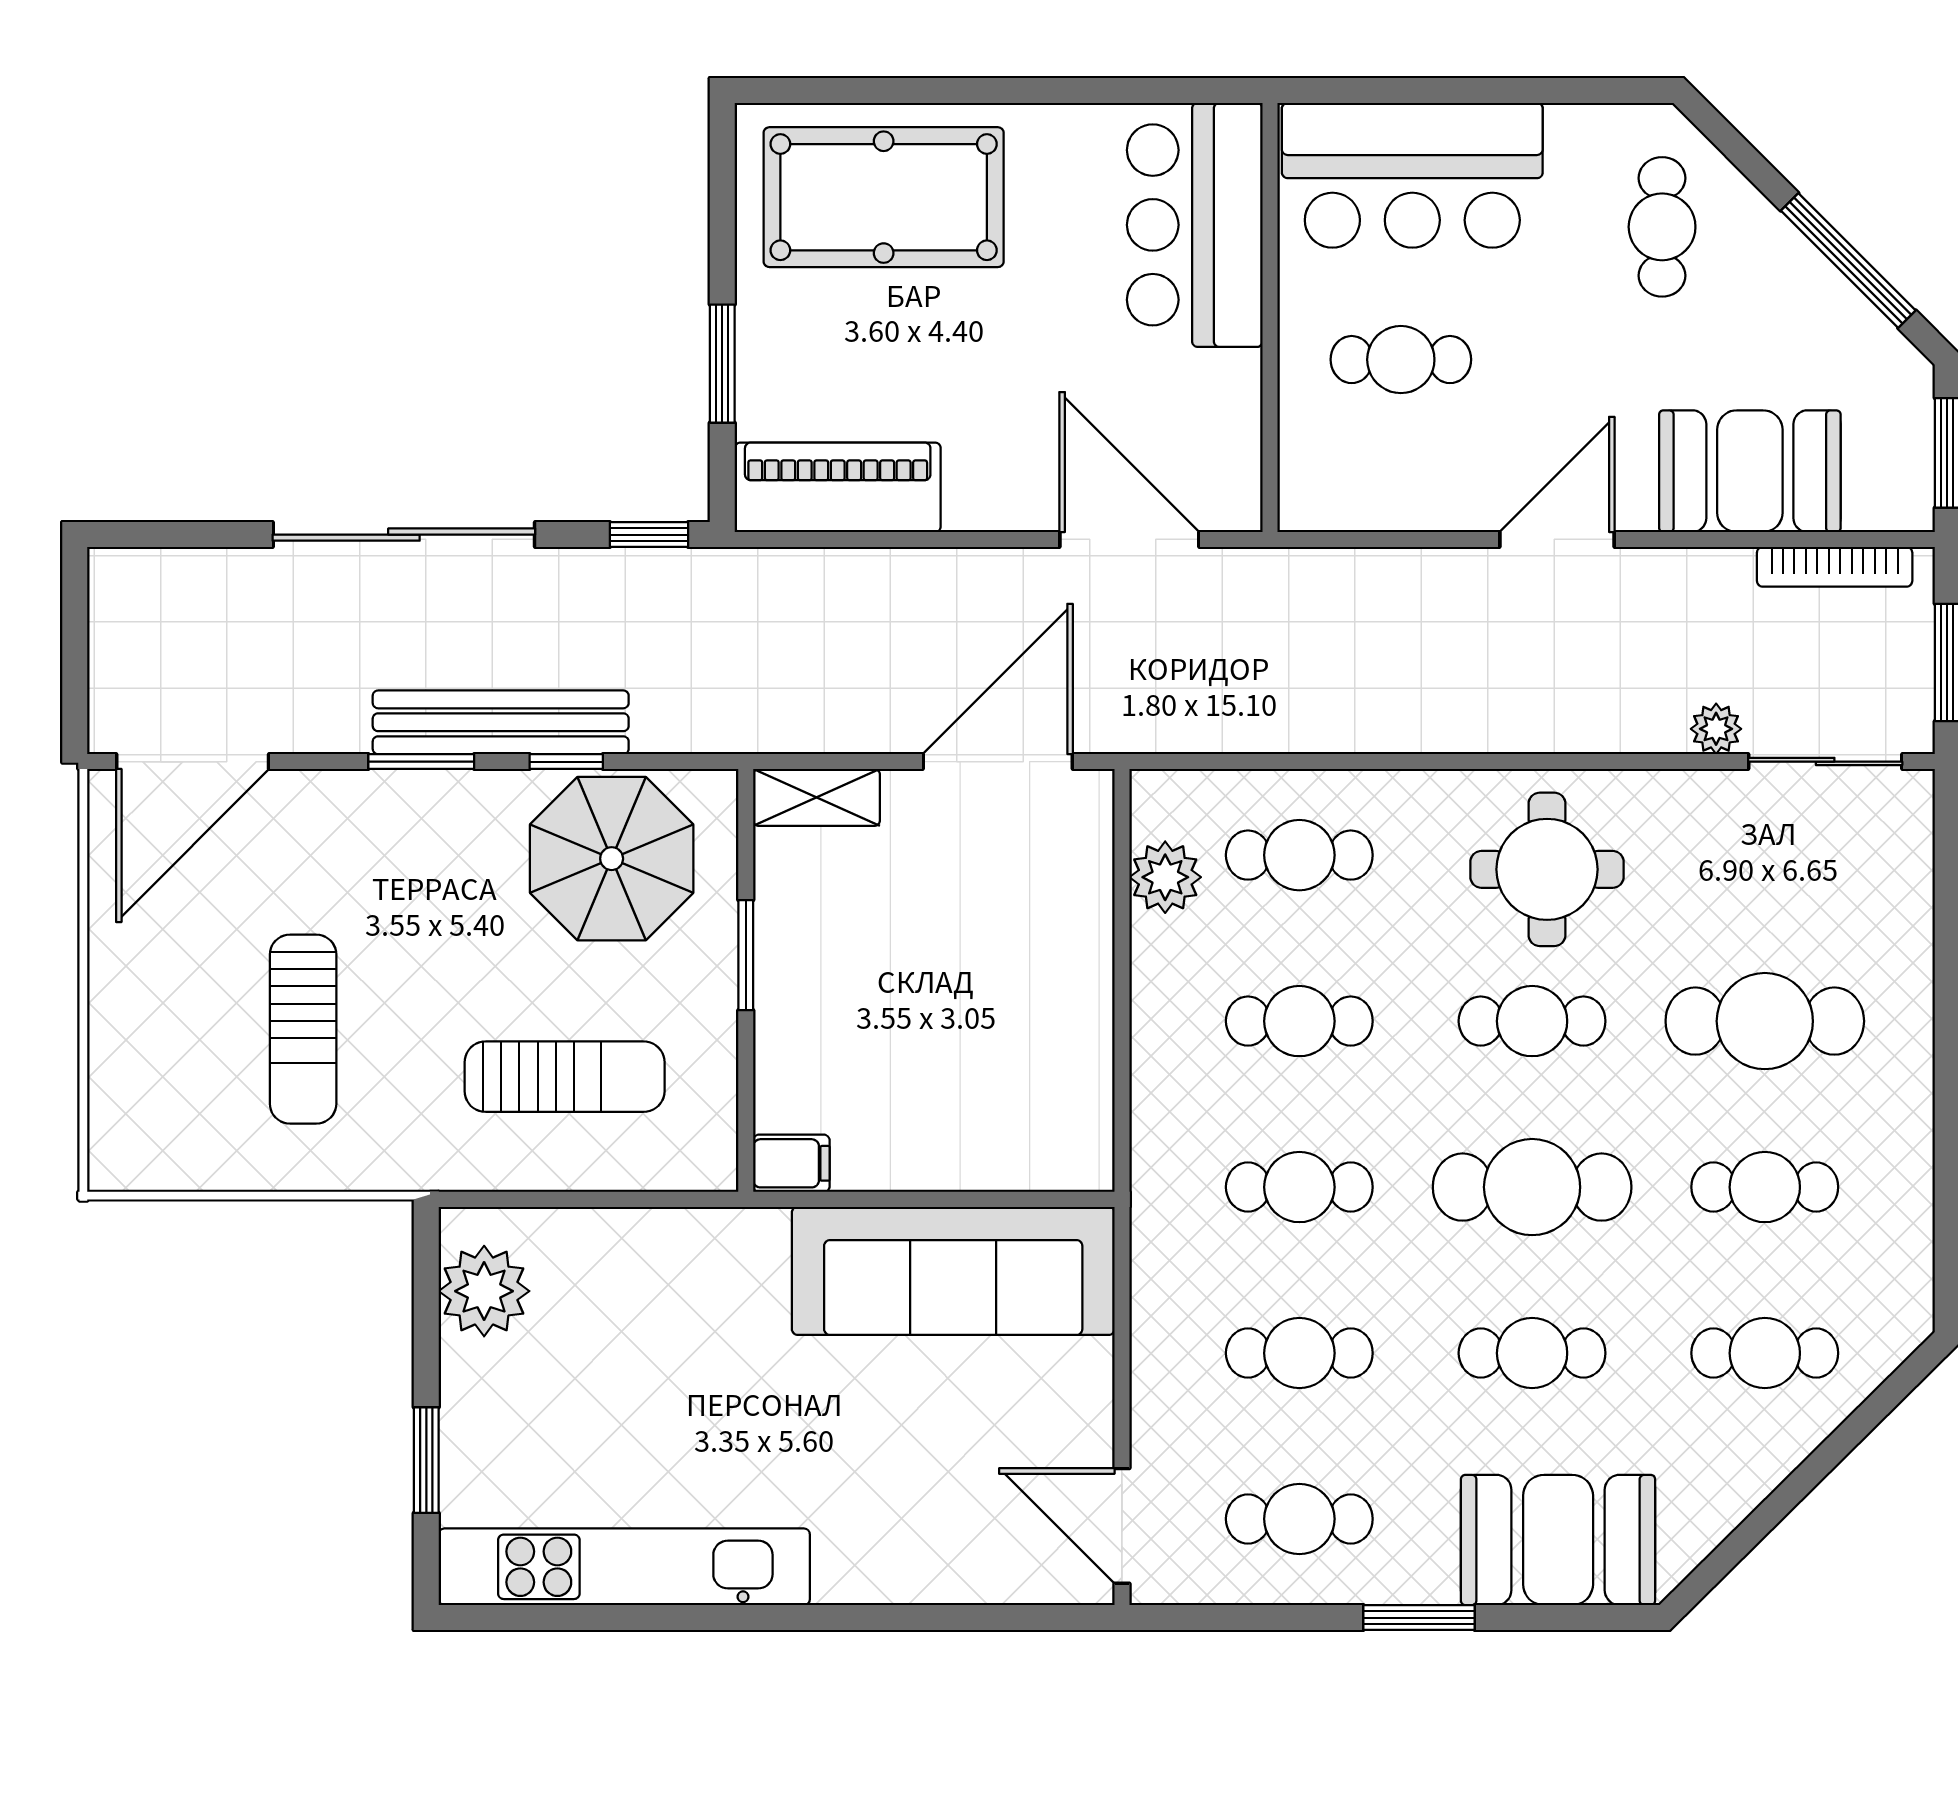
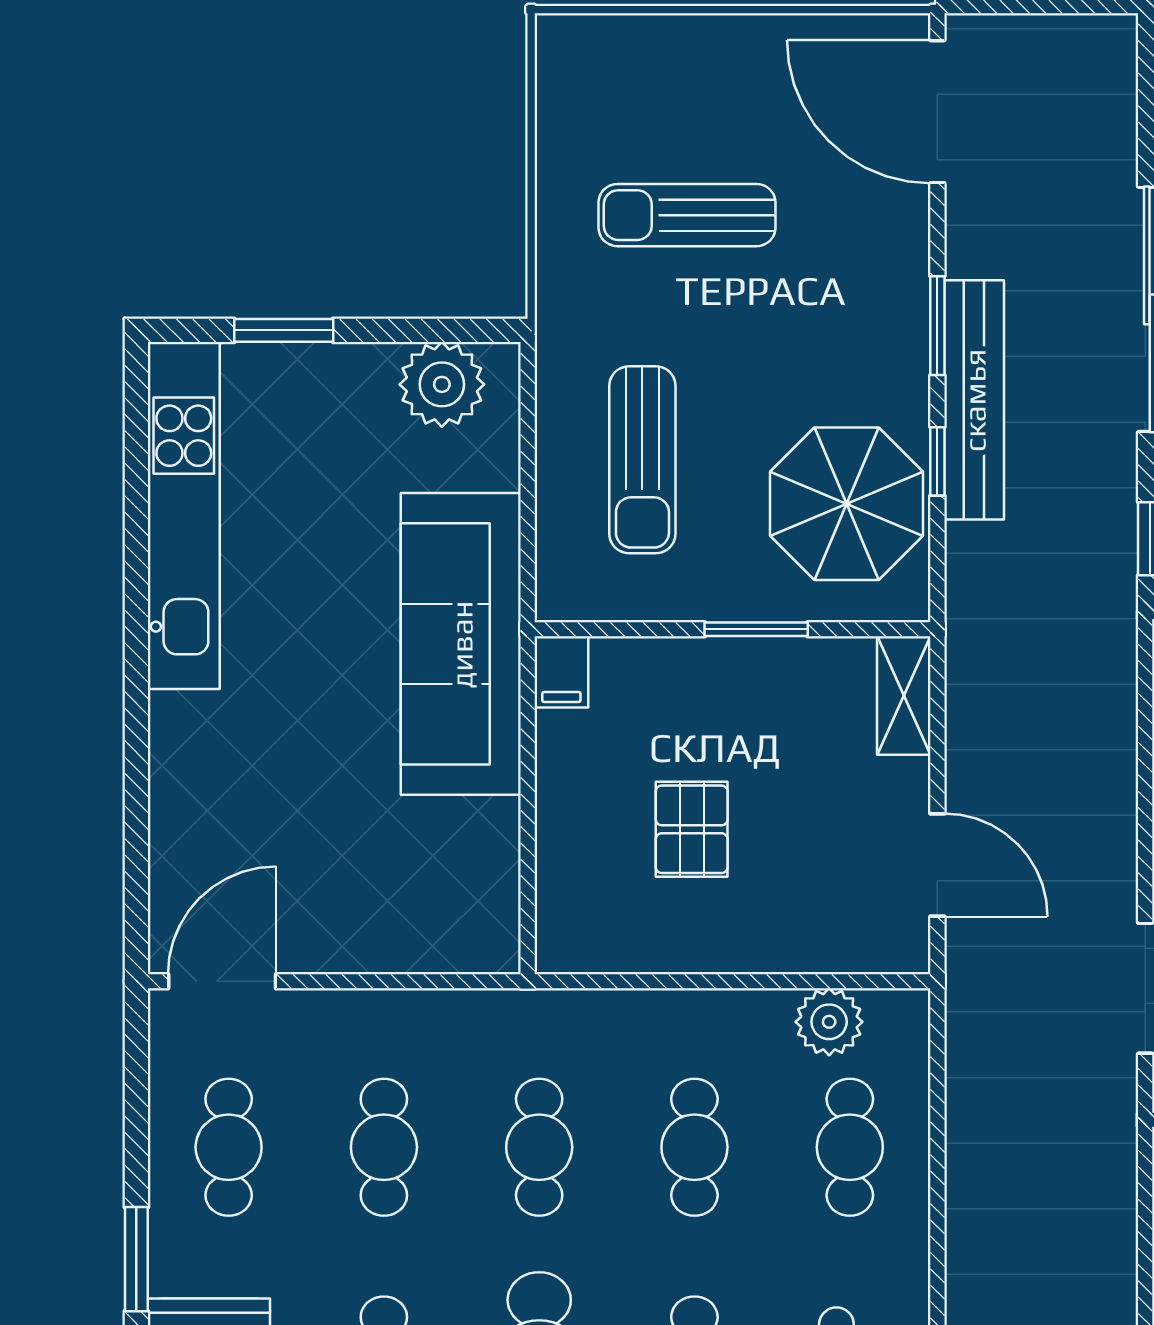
door: (998, 762) -> (937, 865), width x0.73
pallet: (960, 1024) -> (692, 829), added
sofa: (953, 1271) -> (461, 644), moved

